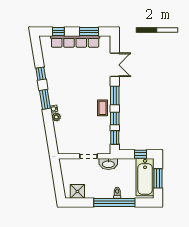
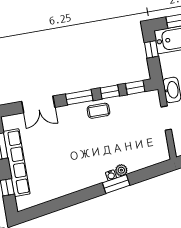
double door: (115, 65) -> (38, 104), swing flipped
window: (41, 74) -> (67, 201), removed
window: (45, 99) -> (116, 184), moved

